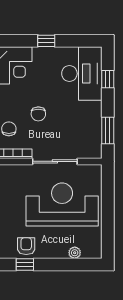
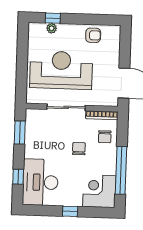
reception desk: (62, 204) -> (61, 70), turned 180
armchair: (26, 246) -> (93, 35), turned -90
window: (25, 265) -> (53, 18), moved

